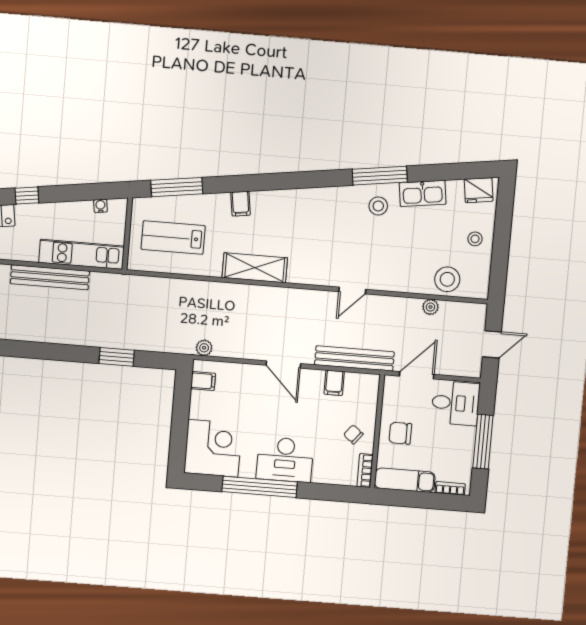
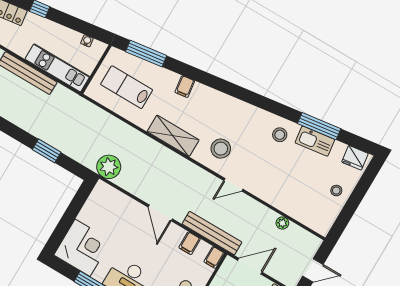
window: (380, 176) -> (319, 126), moved
stool: (447, 279) -> (221, 149), moved
plant: (204, 348) -> (109, 167), width x1.88, depth x1.88
filing cabinet: (203, 381) -> (214, 257), moved, turned 90

